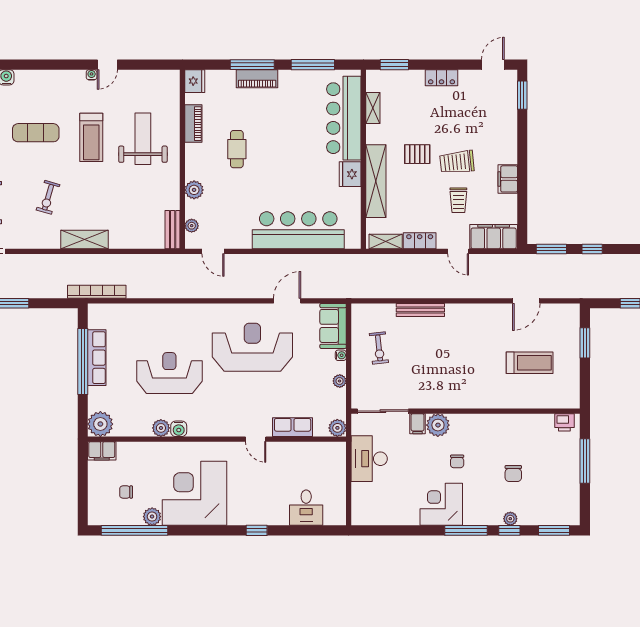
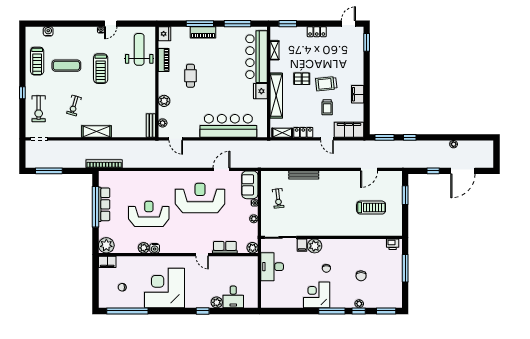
weight bench: (143, 139) -> (139, 49), moved
plant: (152, 517) -> (217, 302), moved

